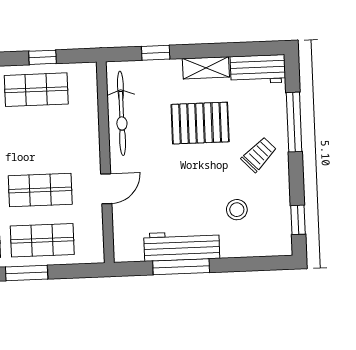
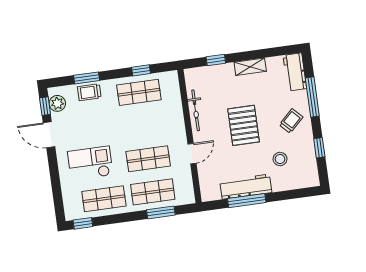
workbench: (258, 69) -> (295, 72), moved, turned 90
bicycle: (122, 113) -> (196, 110), width x0.73, depth x0.71
pallet: (200, 123) -> (244, 125), moved, turned 90
window: (298, 220) -> (319, 148), moved
window: (27, 273) -> (161, 212), moved

